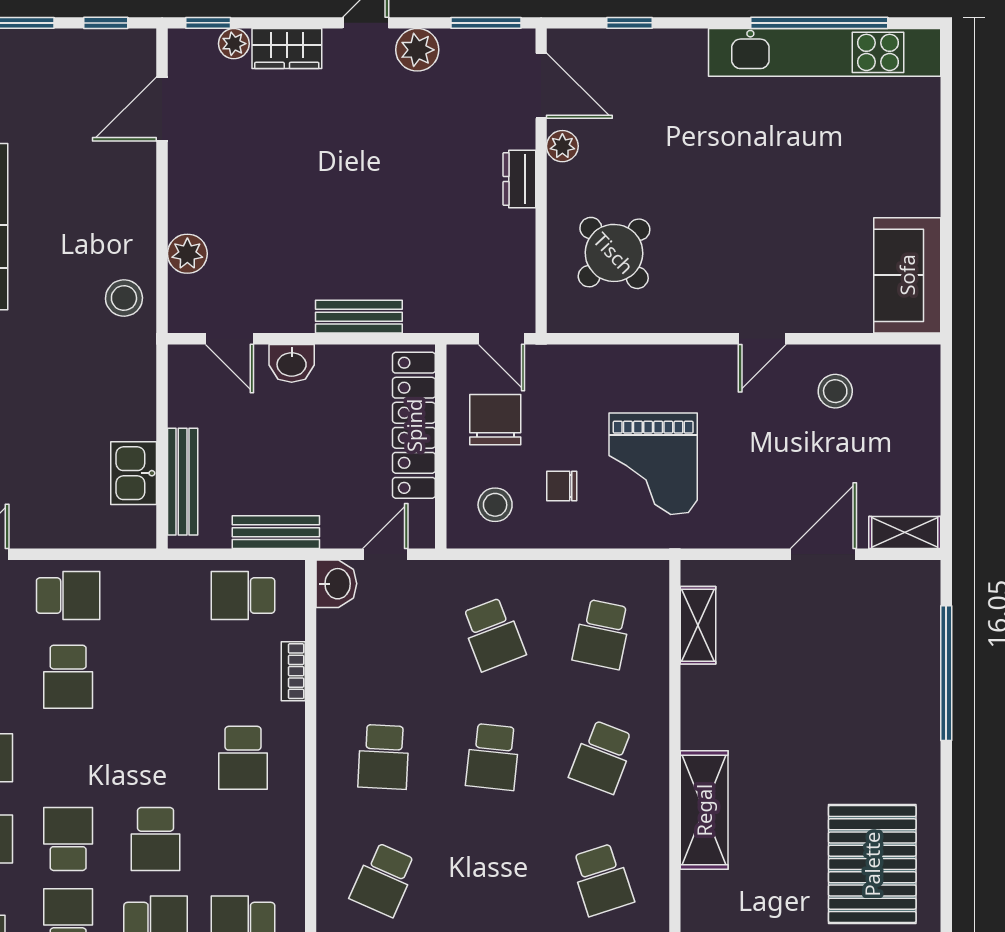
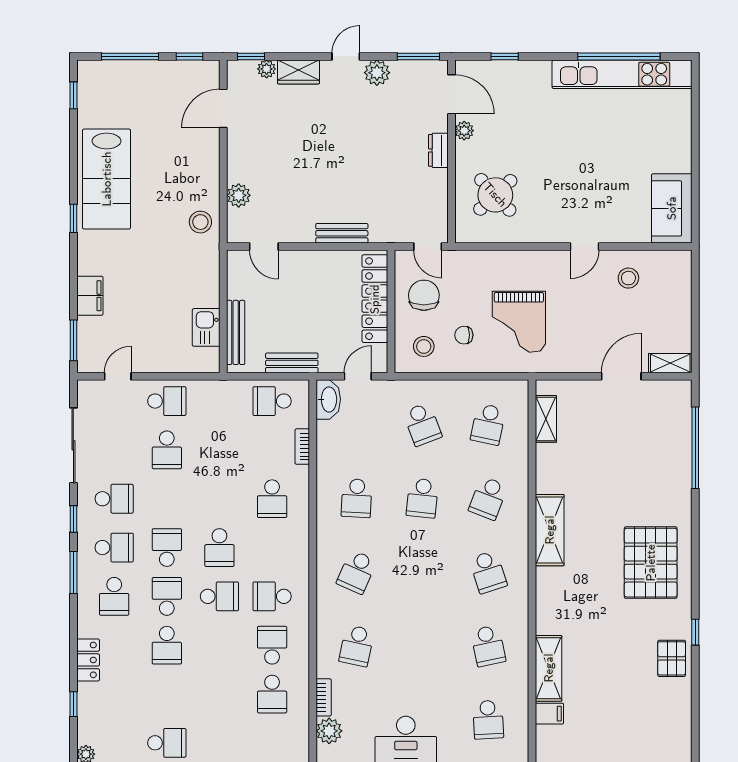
washbasin: (292, 363) -> (301, 261), removed
washbasin: (336, 584) -> (328, 399), width x1.38

